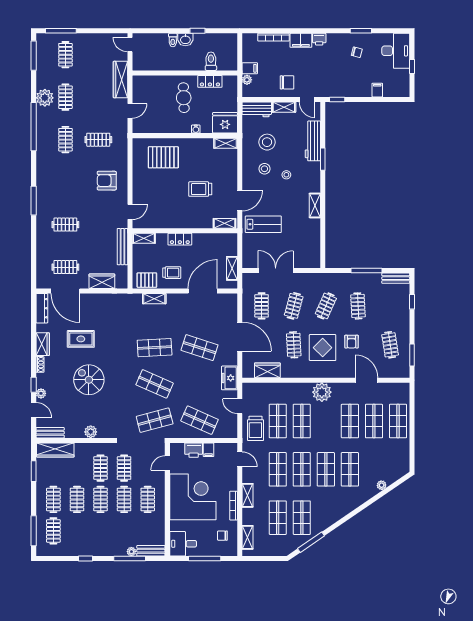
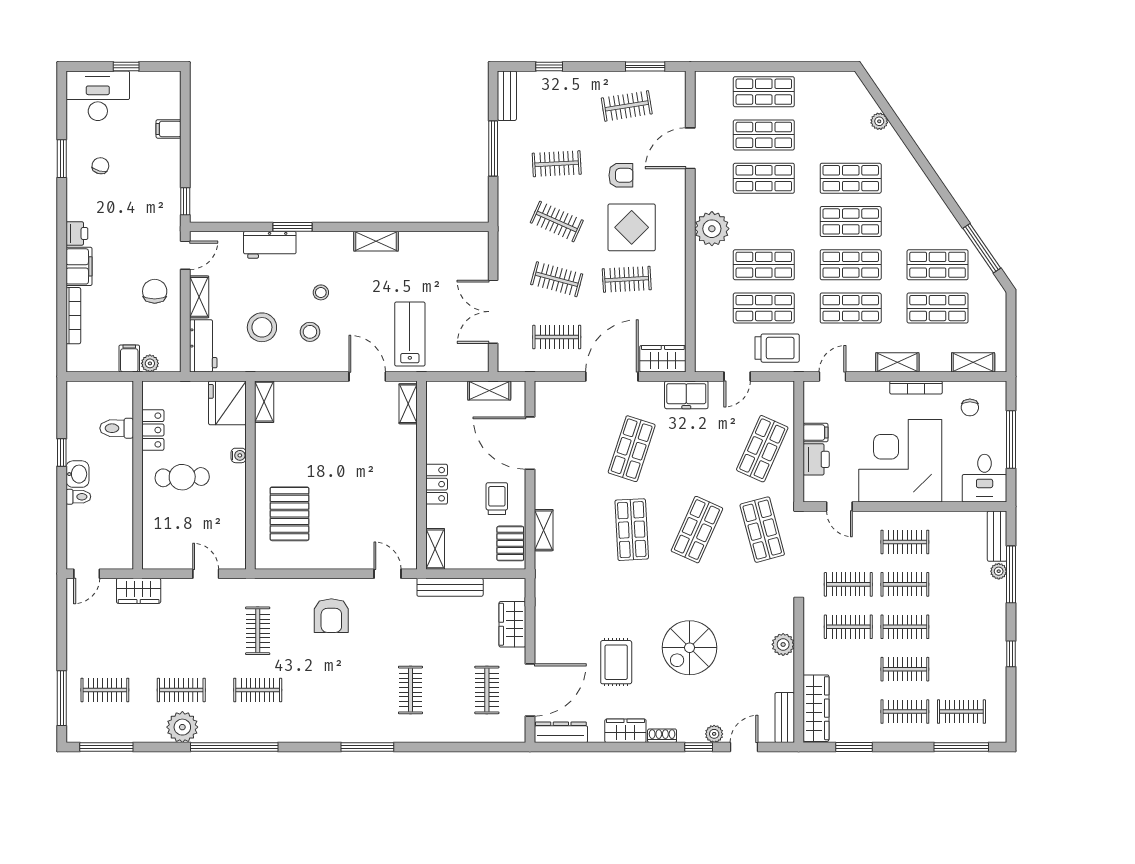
wardrobe: (121, 80) -> (139, 591), width x0.67
workbench: (313, 141) -> (270, 245), width x0.73
trolley: (200, 189) -> (347, 447), removed
wardrobe: (267, 370) -> (663, 359), moved, turned 90

